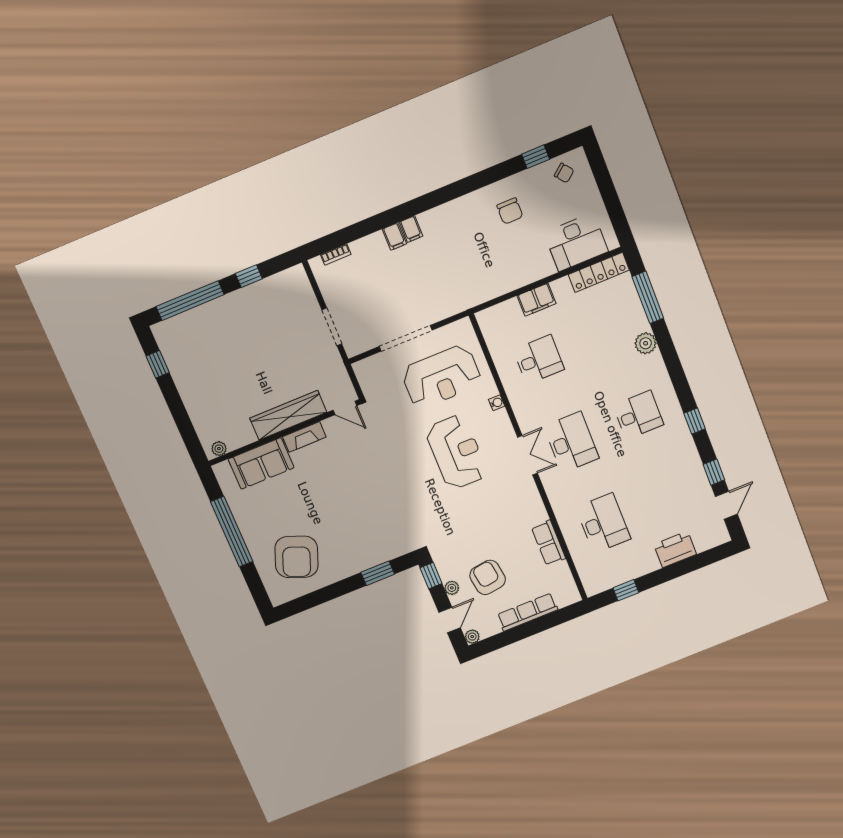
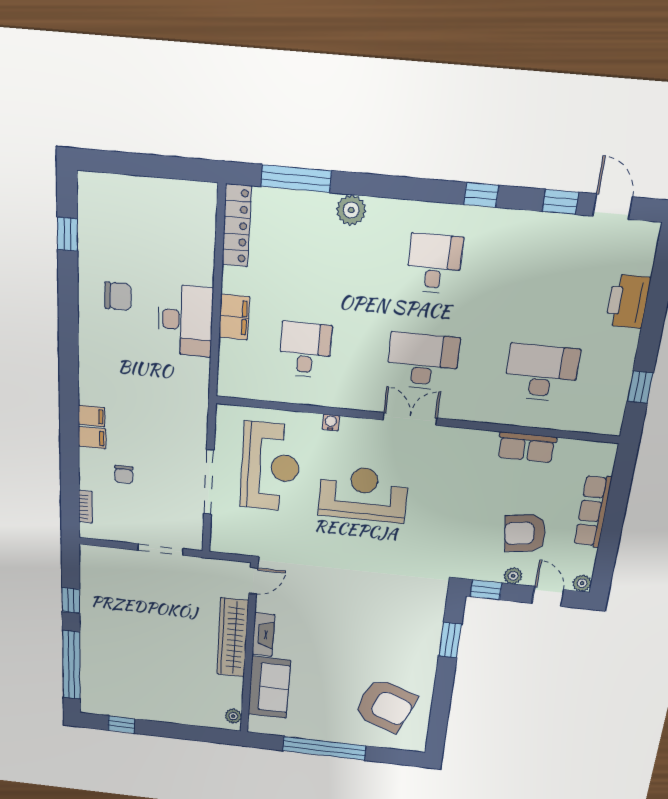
chair: (564, 173) -> (124, 474), moved, turned 129
desk: (576, 242) -> (185, 320), moved

